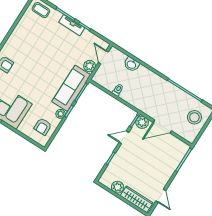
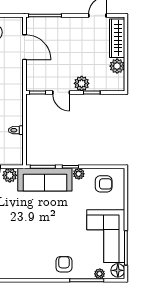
plant: (142, 122) -> (82, 83), moved
door: (162, 127) -> (25, 47), moved

